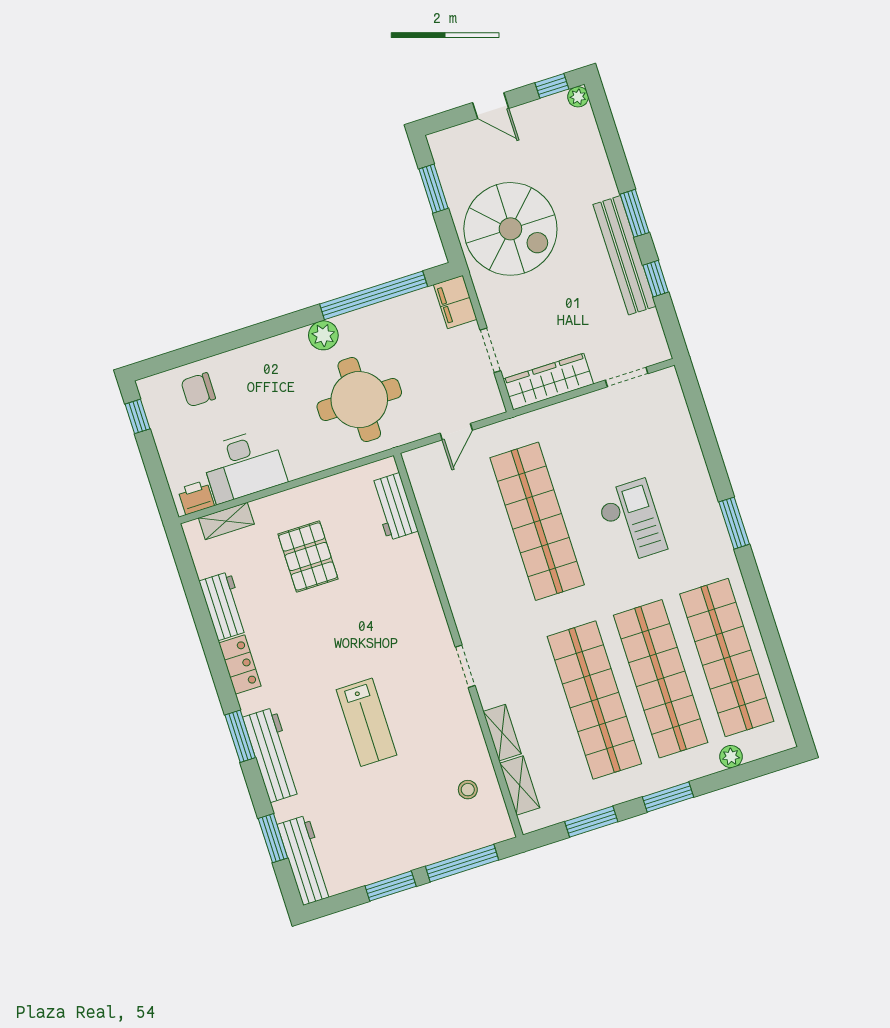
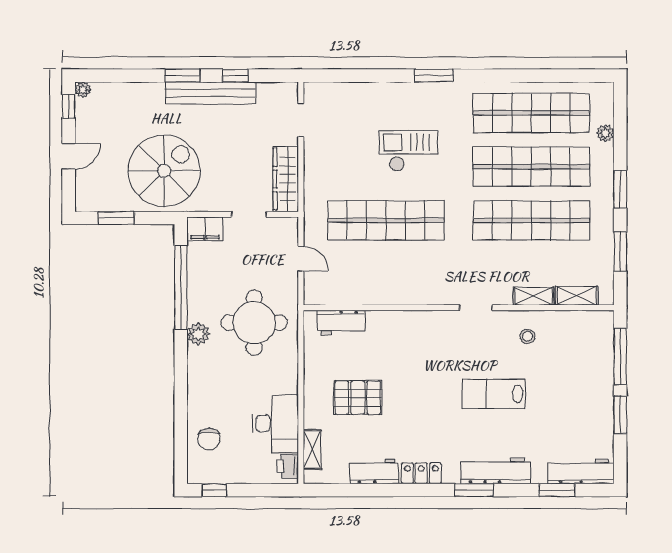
lab bench: (366, 722) -> (494, 394), turned 180
stool: (468, 790) -> (527, 336), moved

